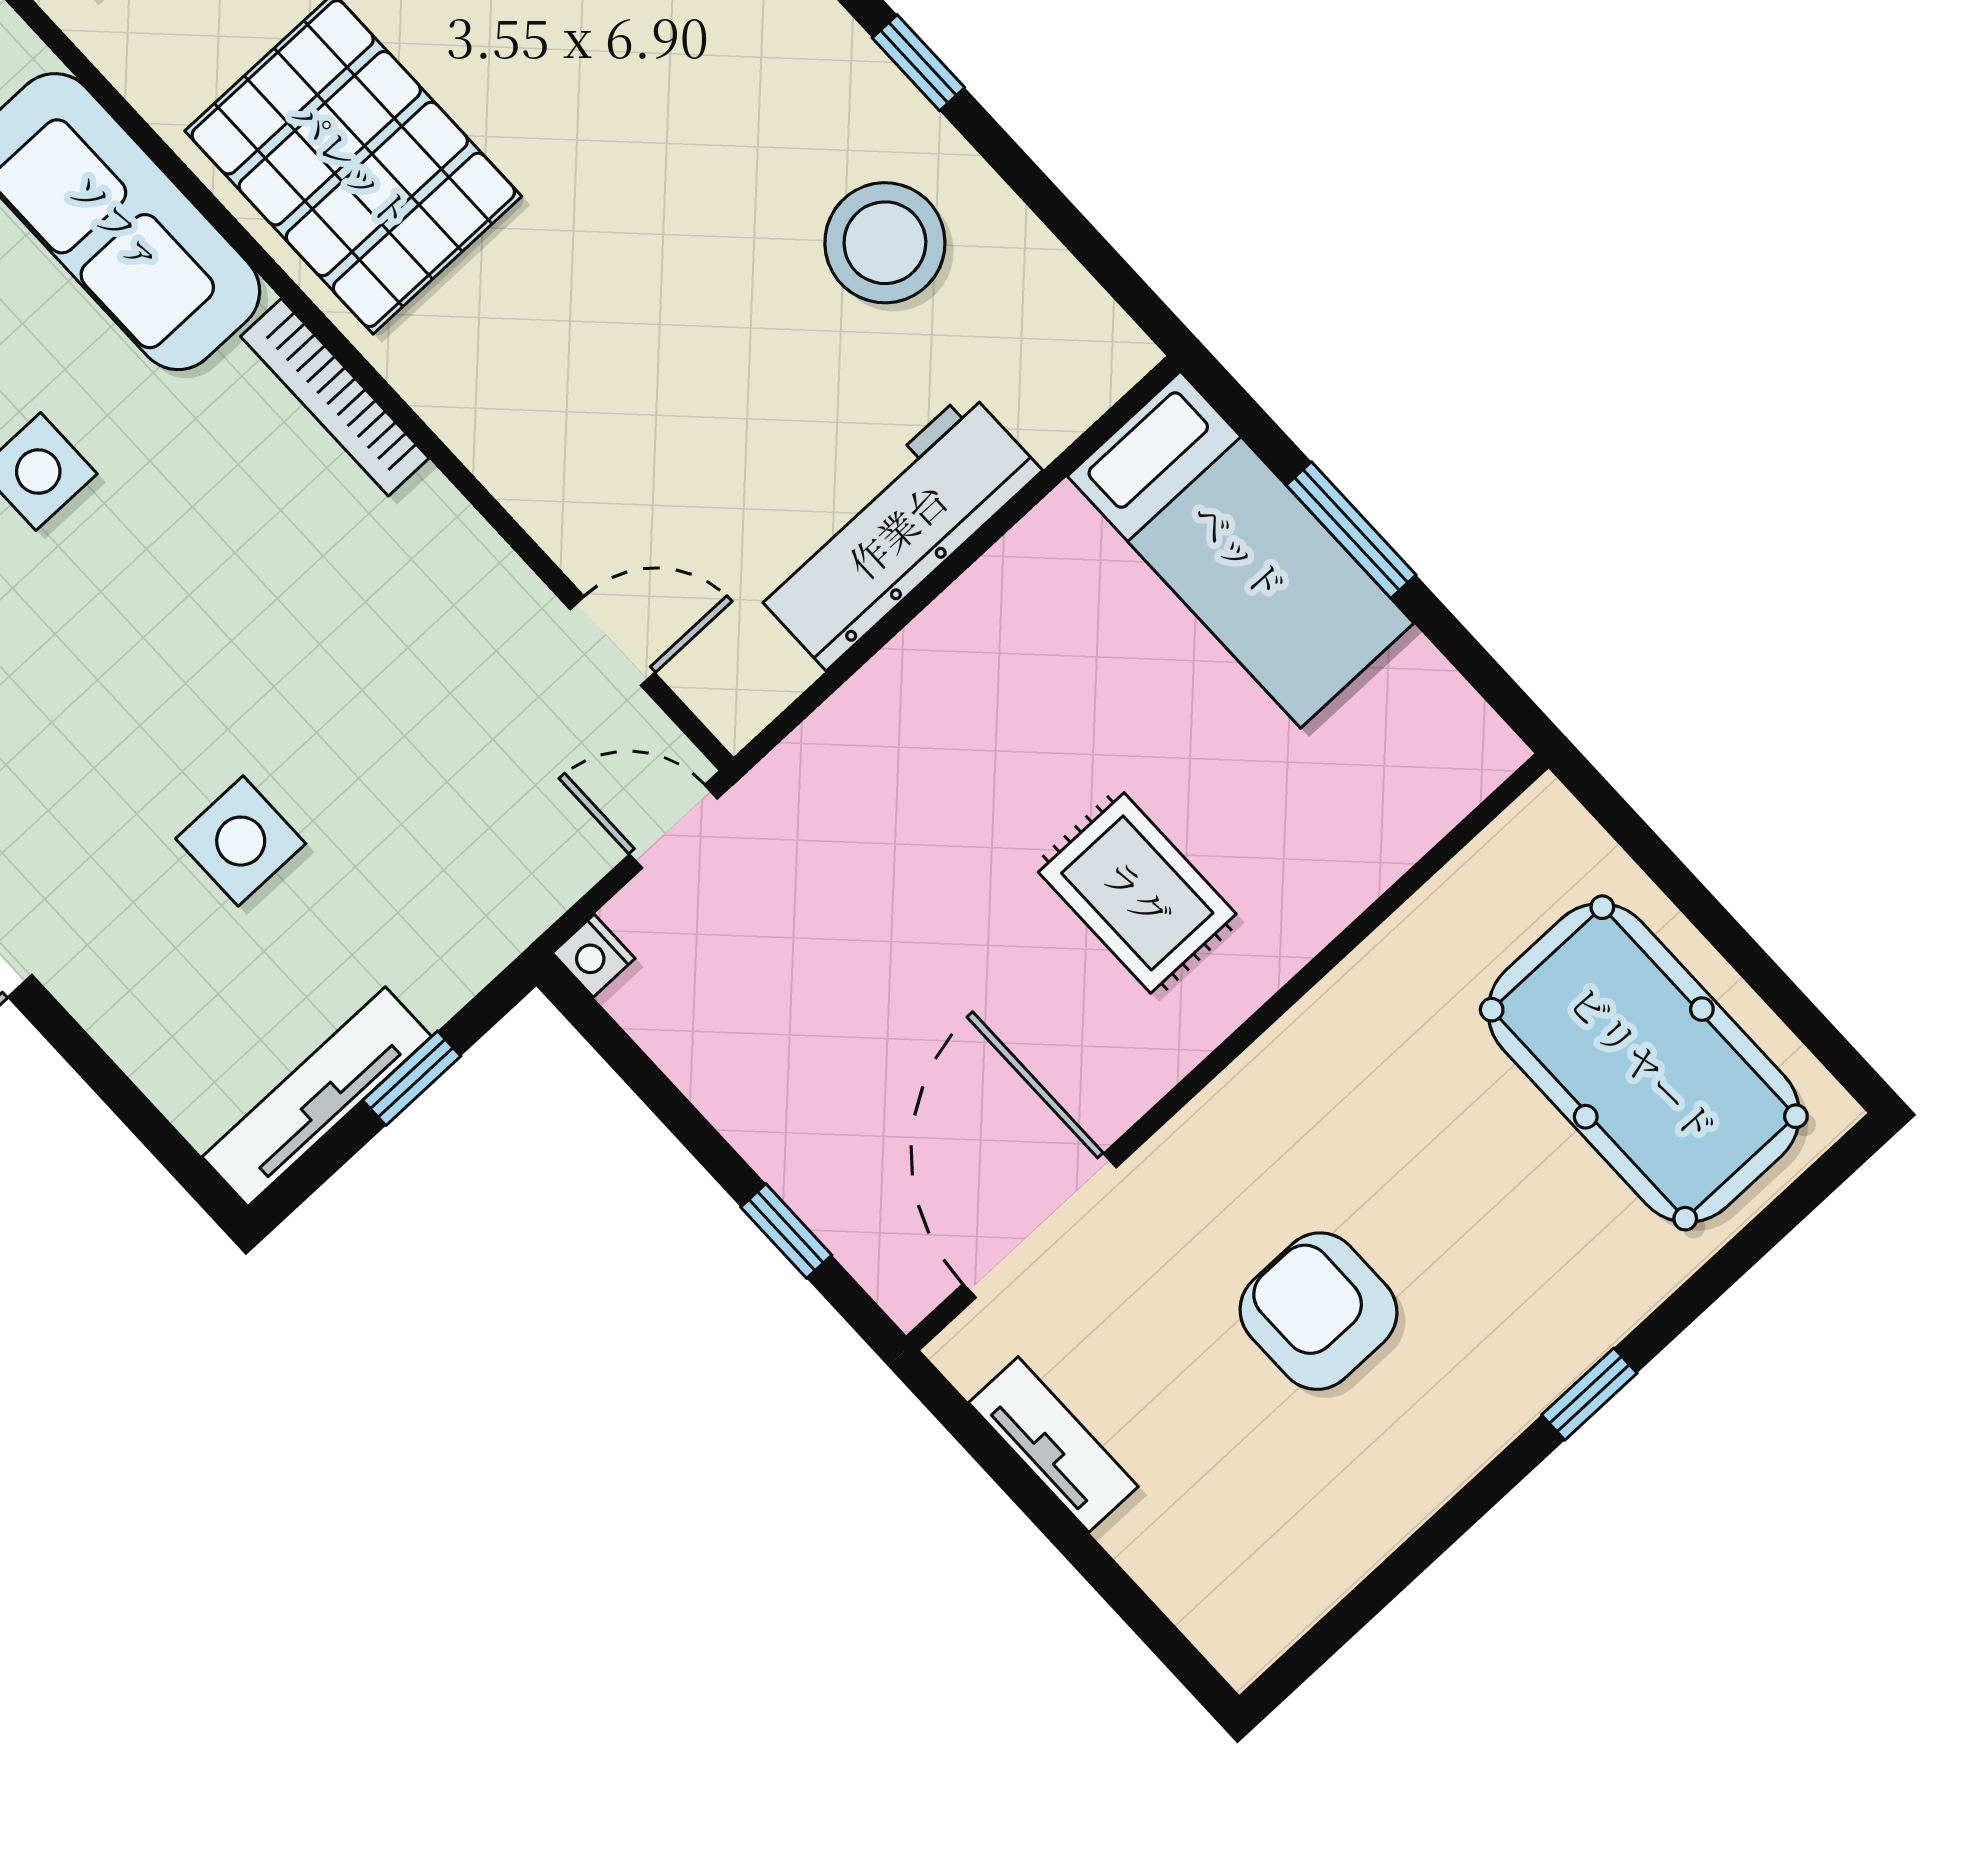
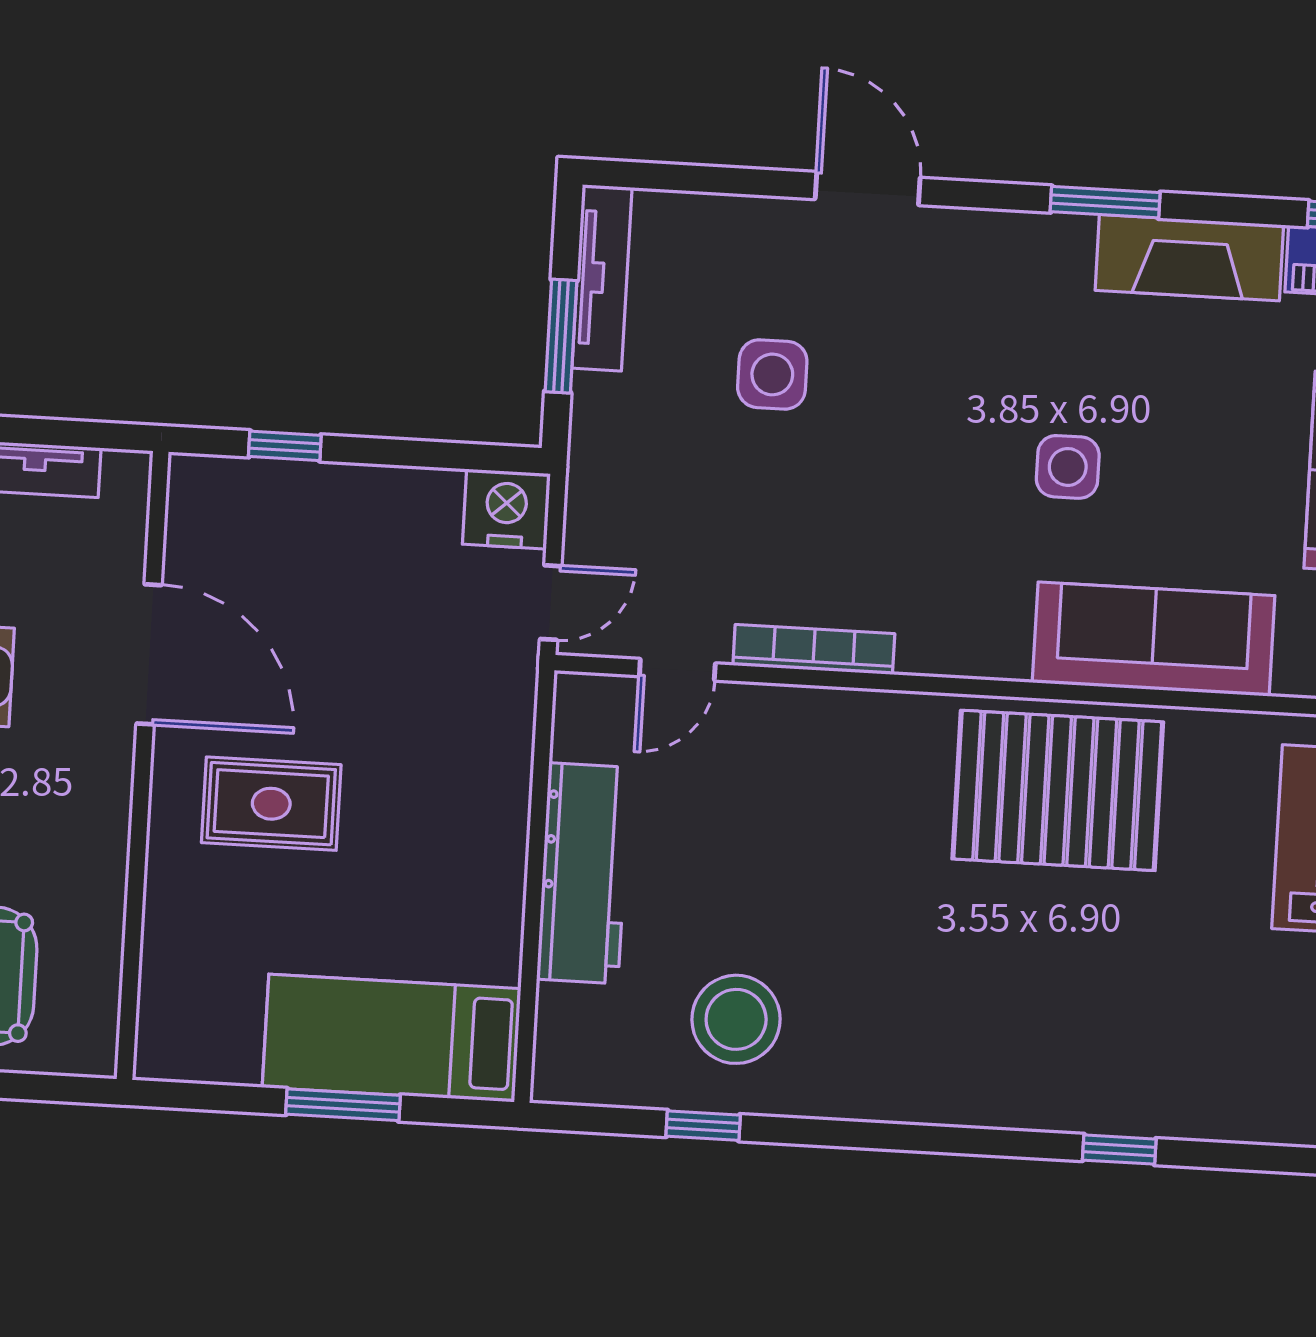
window: (918, 63) -> (703, 1126), moved
bookcase: (335, 397) -> (814, 650), moved
nightstand: (594, 956) -> (506, 509), width x1.89, depth x1.79
window: (412, 1078) -> (561, 336), width x1.50
door: (1040, 1226) -> (149, 654), moved

